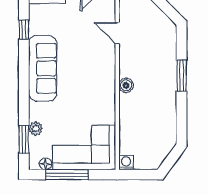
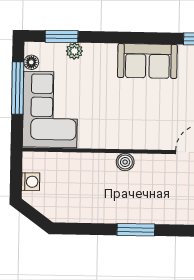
sofa: (43, 68) -> (147, 61), width x0.73
washing machine: (126, 163) -> (31, 182), moved

